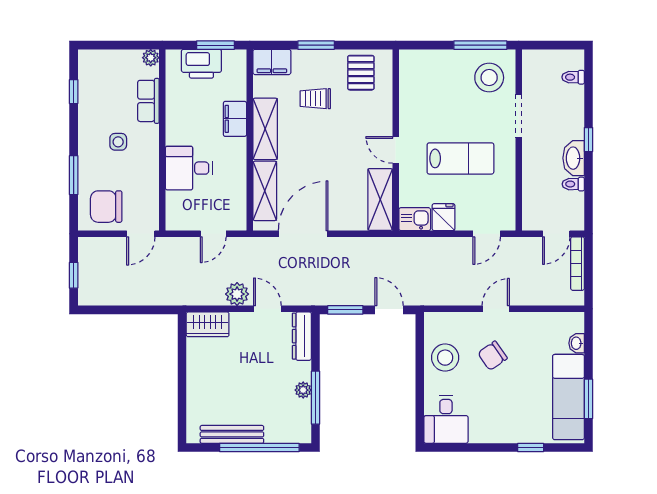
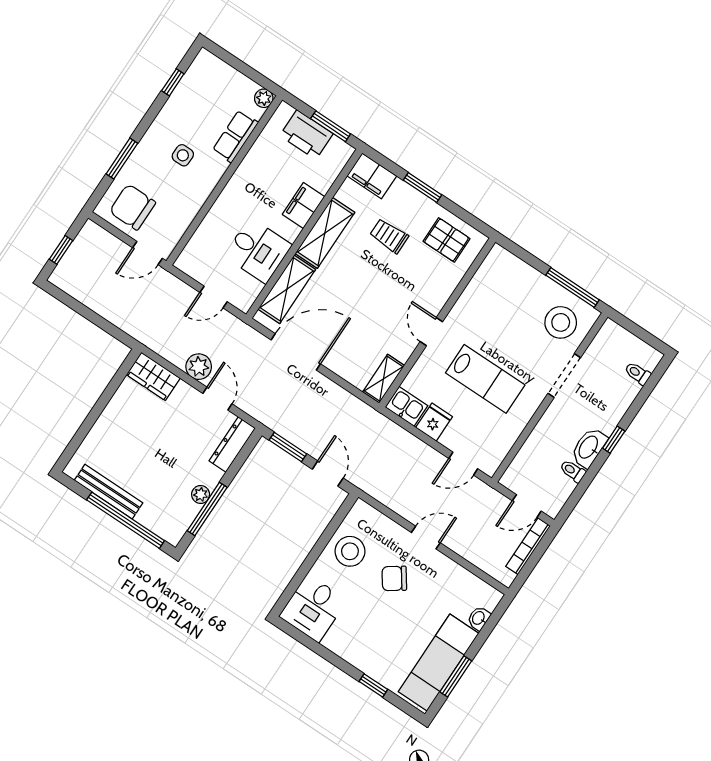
pallet: (361, 73) -> (446, 240), turned 90
desk: (189, 168) -> (258, 250), moved, turned 180
shelving: (380, 199) -> (384, 379), width x0.67, depth x0.75

